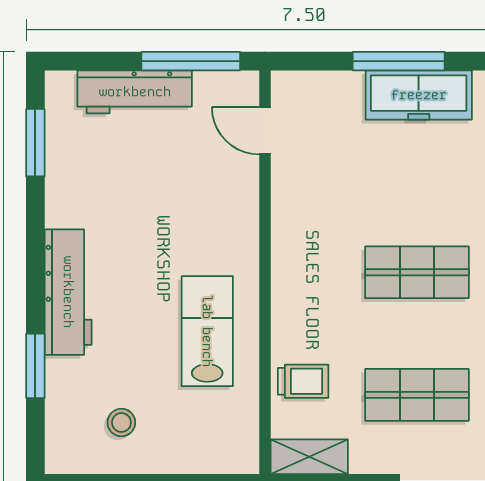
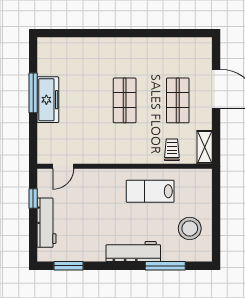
window: (191, 61) -> (33, 198), width x0.46
window: (399, 61) -> (33, 93), moved
window: (35, 366) -> (165, 266), width x1.44
stool: (121, 423) -> (190, 228), width x1.89, depth x1.89

